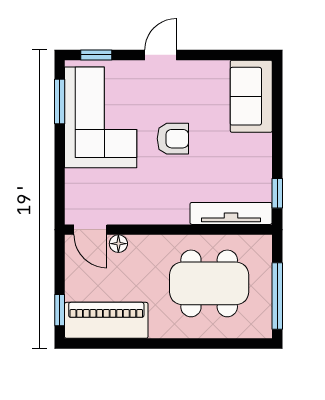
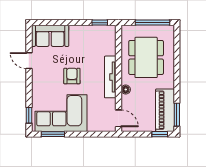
door: (161, 55) -> (29, 61), moved
tv unit: (231, 213) -> (110, 77), moved
door: (90, 230) -> (118, 118), hinge flipped
floor lamp: (118, 244) -> (126, 90), moved
window: (97, 343) -> (177, 115), added

